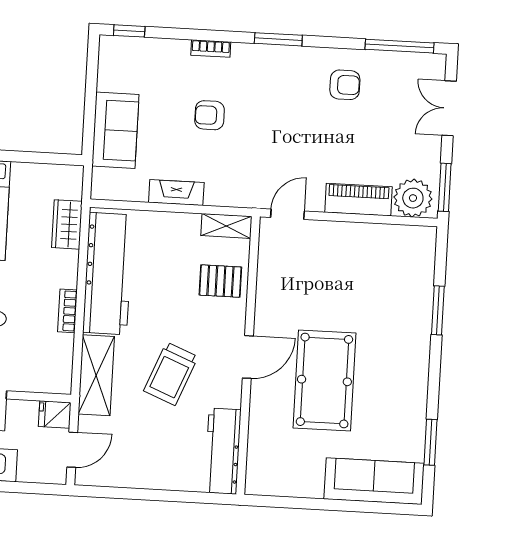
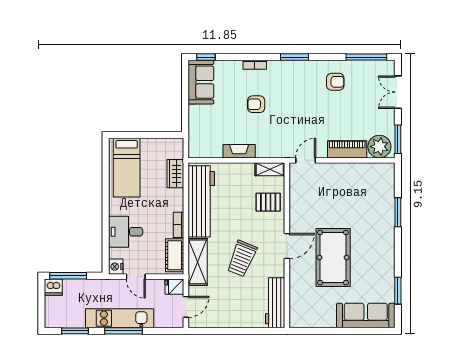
sofa: (115, 130) -> (201, 82), moved
cot: (58, 362) -> (175, 255), added

